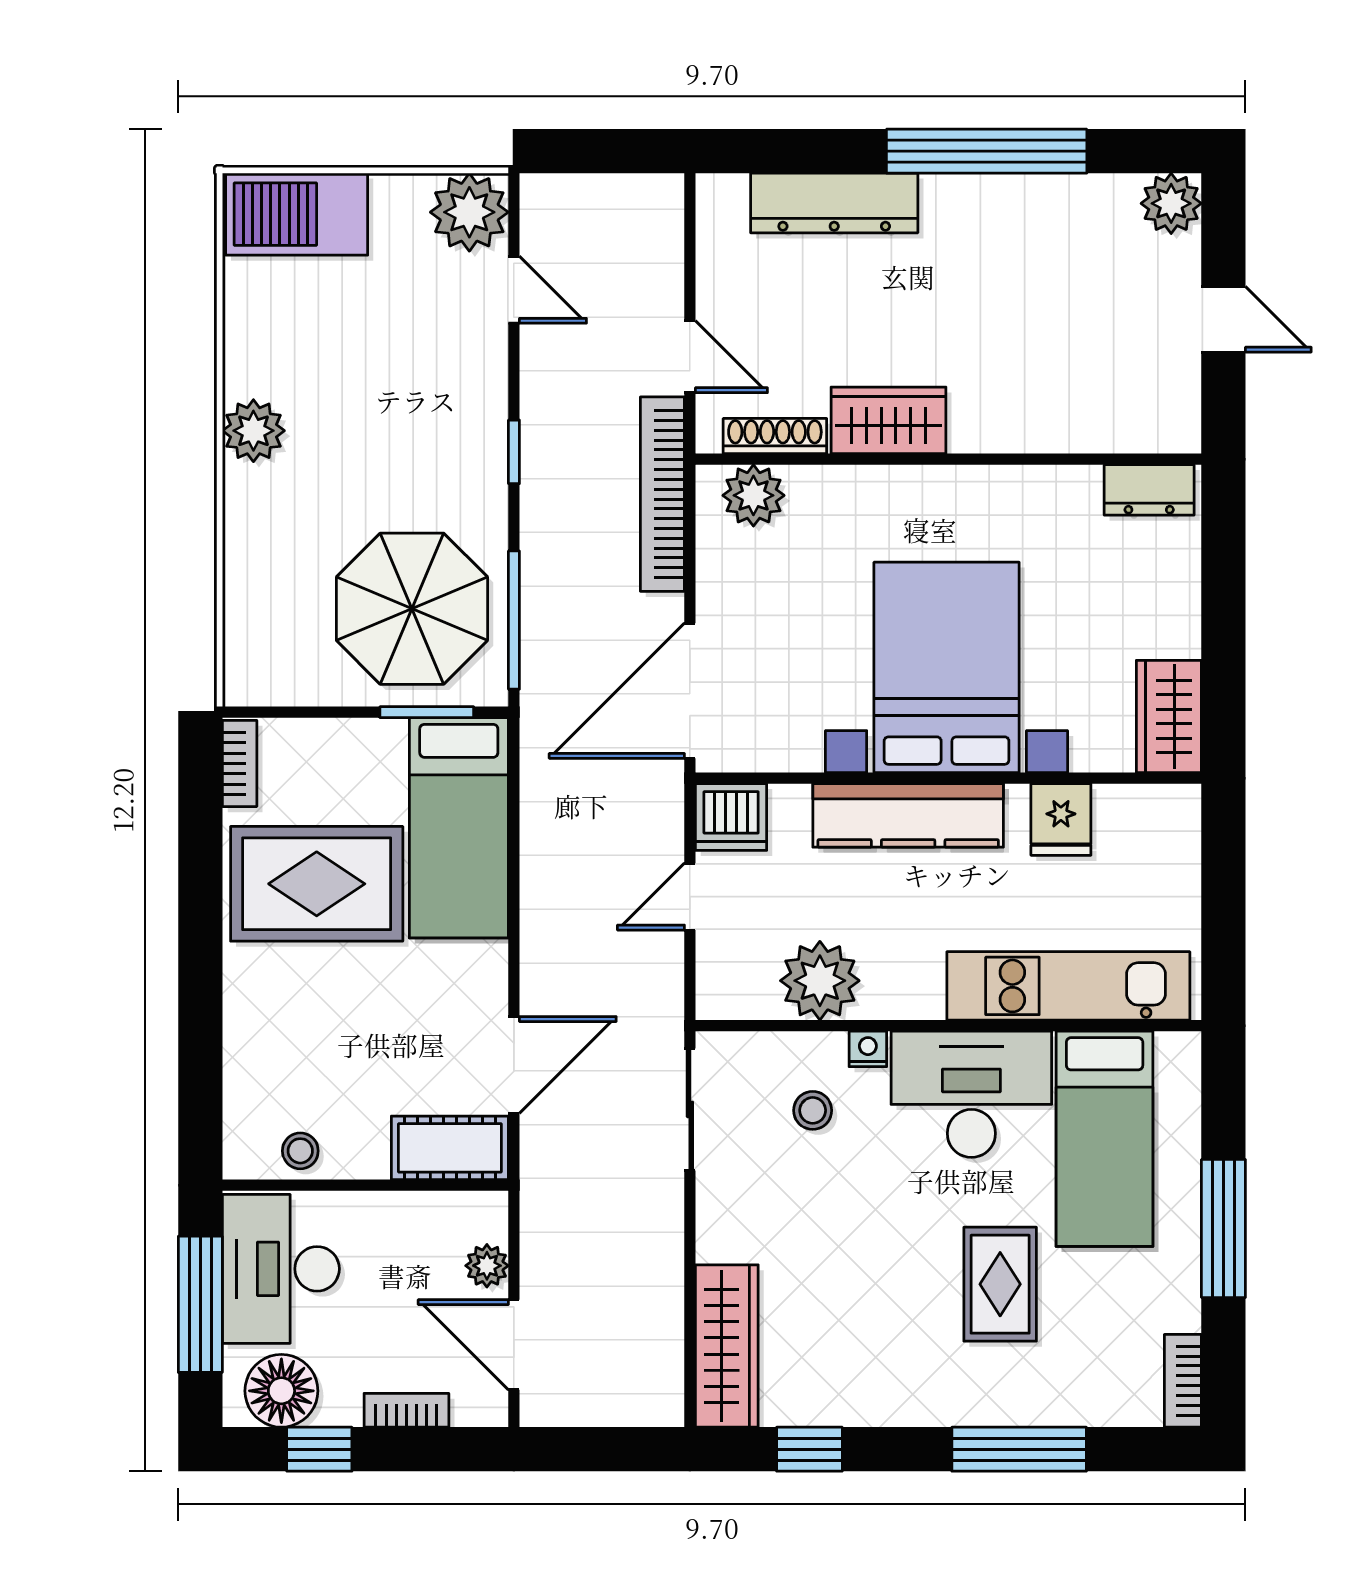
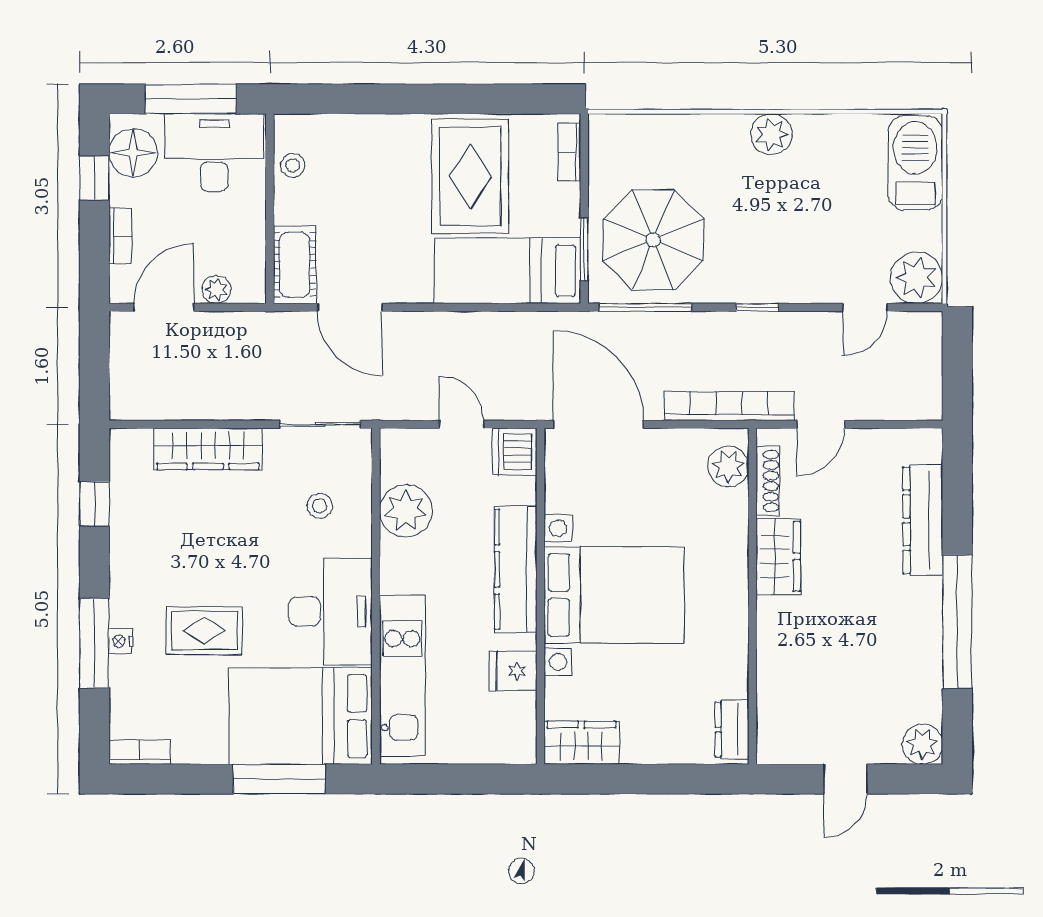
bookcase: (240, 763) -> (569, 152), moved, turned 90
nightstand: (868, 1049) -> (121, 641), moved, turned 180
bed: (1105, 1139) -> (301, 716), width x1.50
window: (1223, 1229) -> (279, 779), moved
wardrobe: (727, 1346) -> (208, 449), moved

